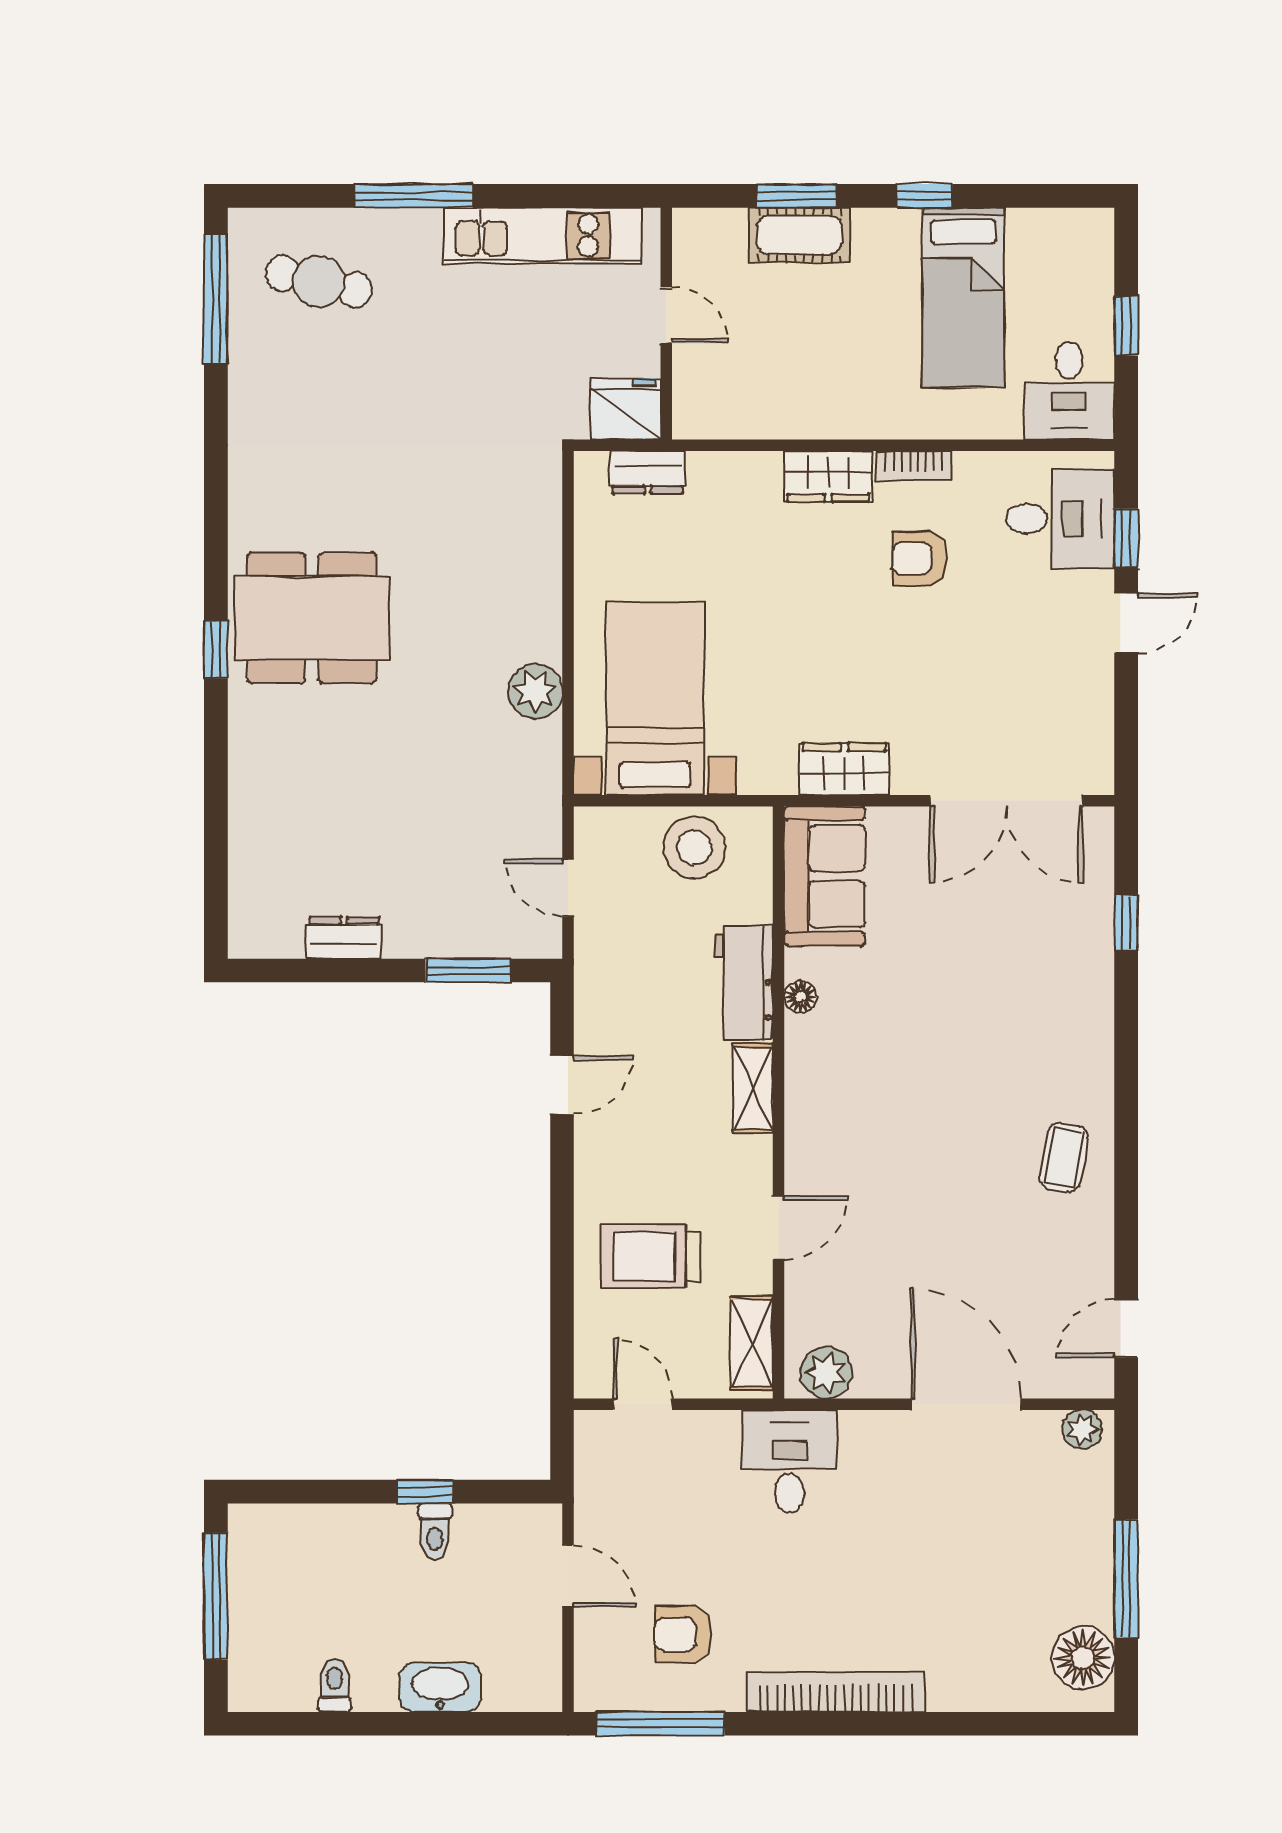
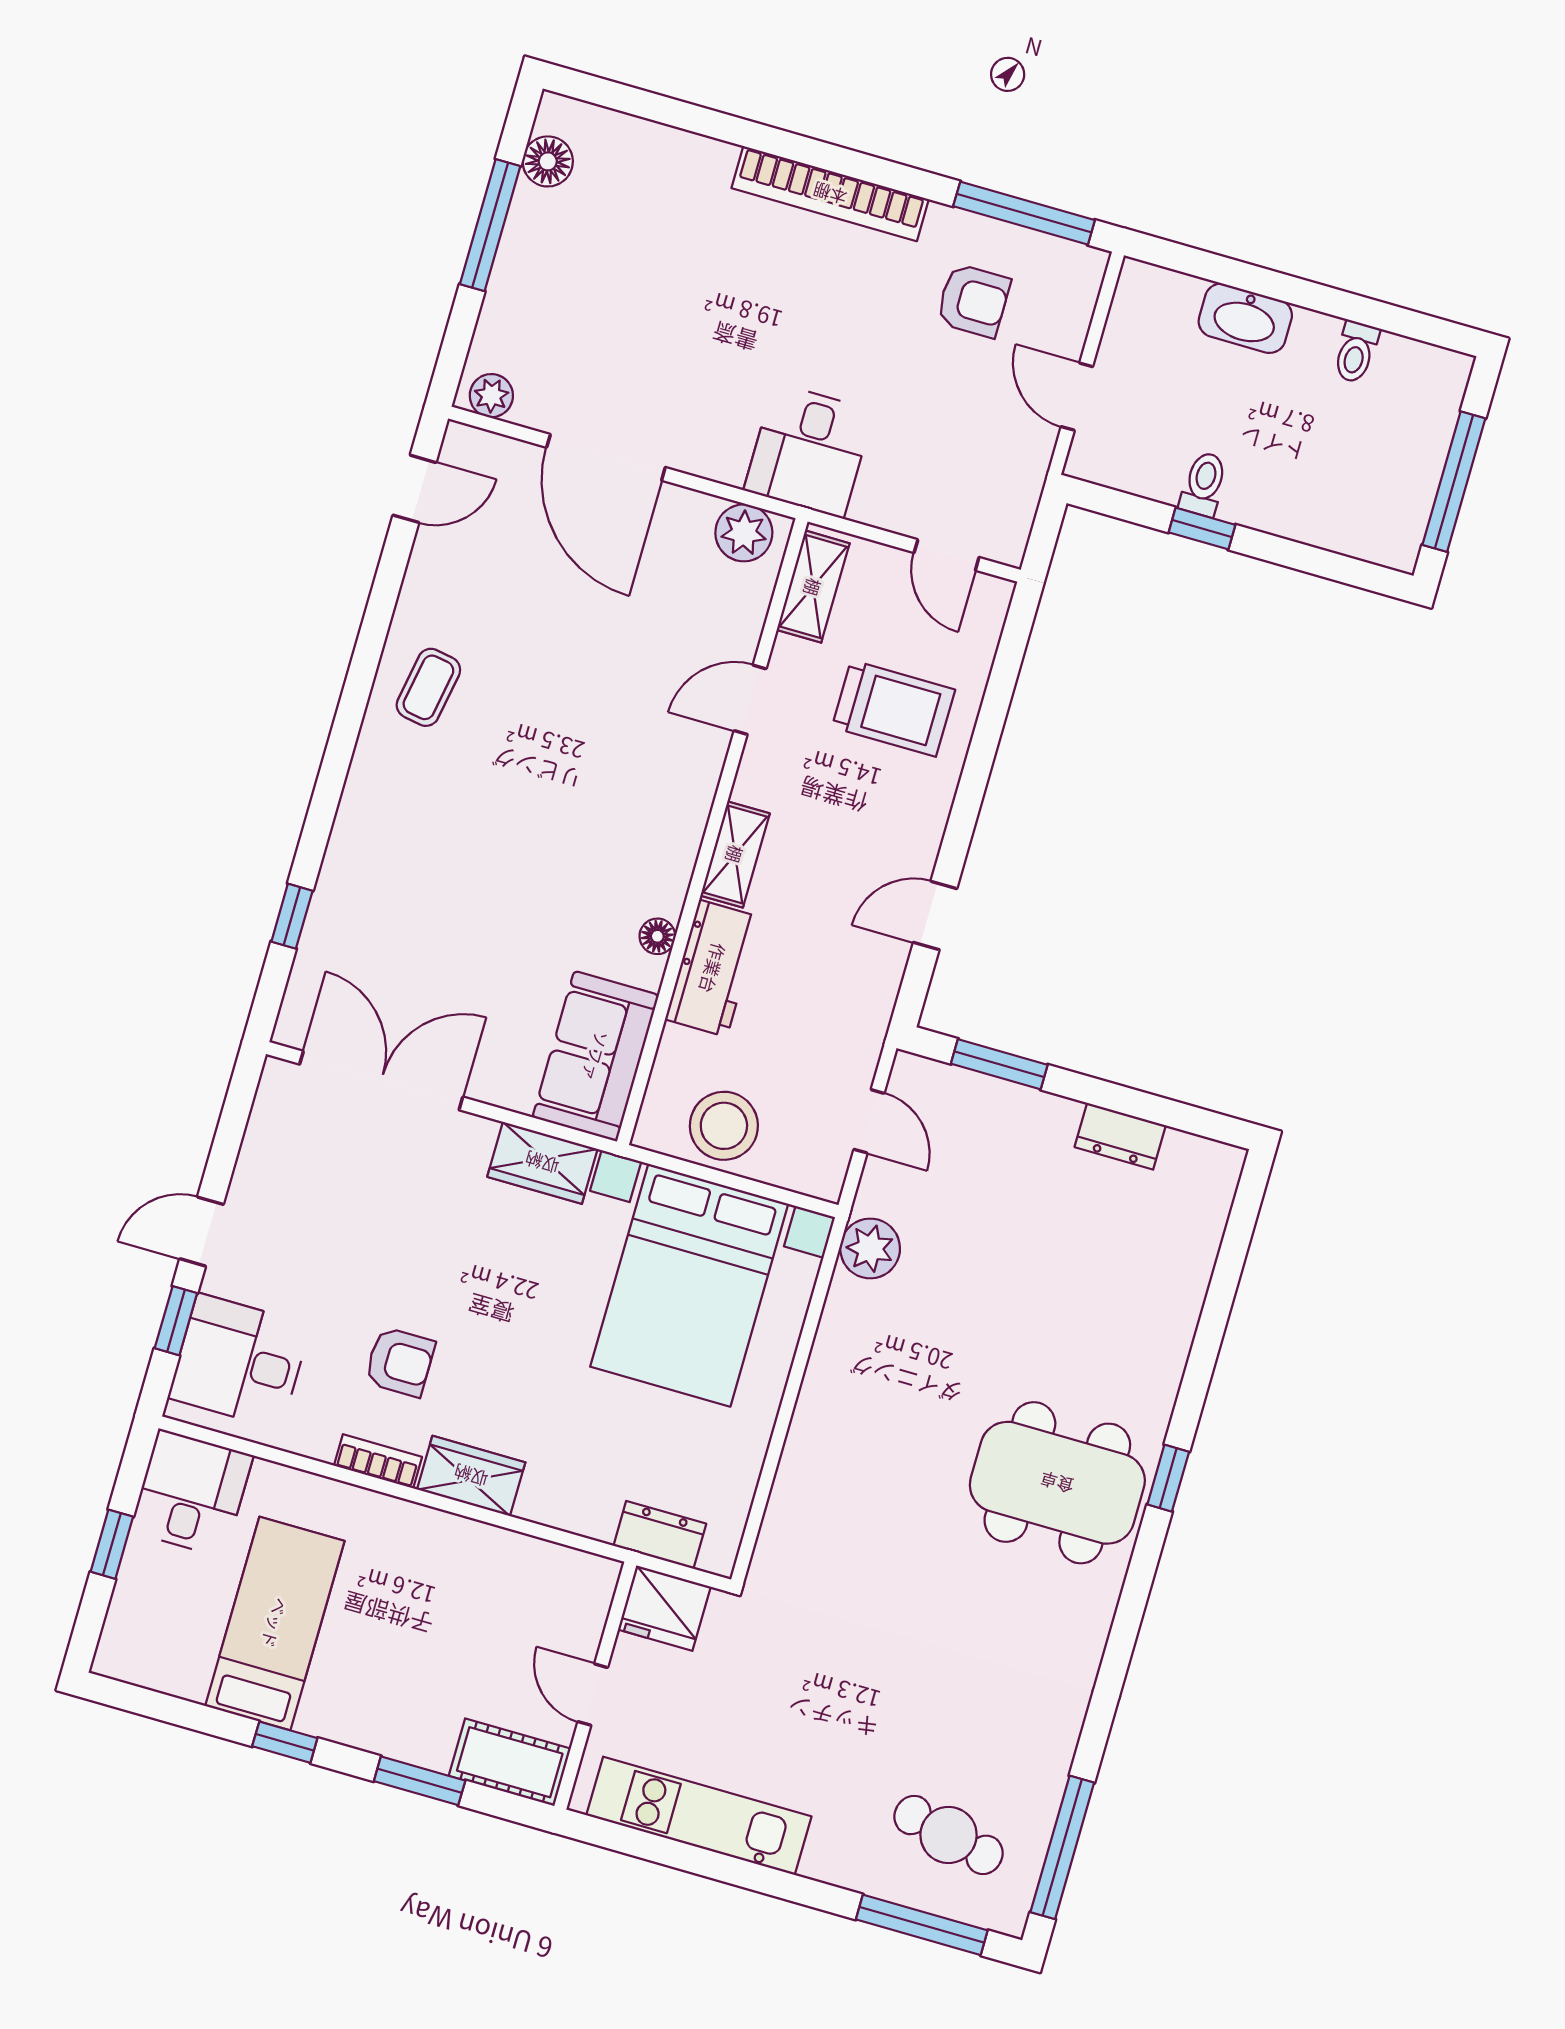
window: (413, 196) -> (922, 1925), moved
cot: (800, 235) -> (510, 1762), moved
plant: (535, 691) -> (870, 1248), moved
bed with nightstands: (655, 699) -> (689, 1285), width x1.36
floor lamp: (1083, 1658) -> (548, 161), width x0.73, depth x0.73

